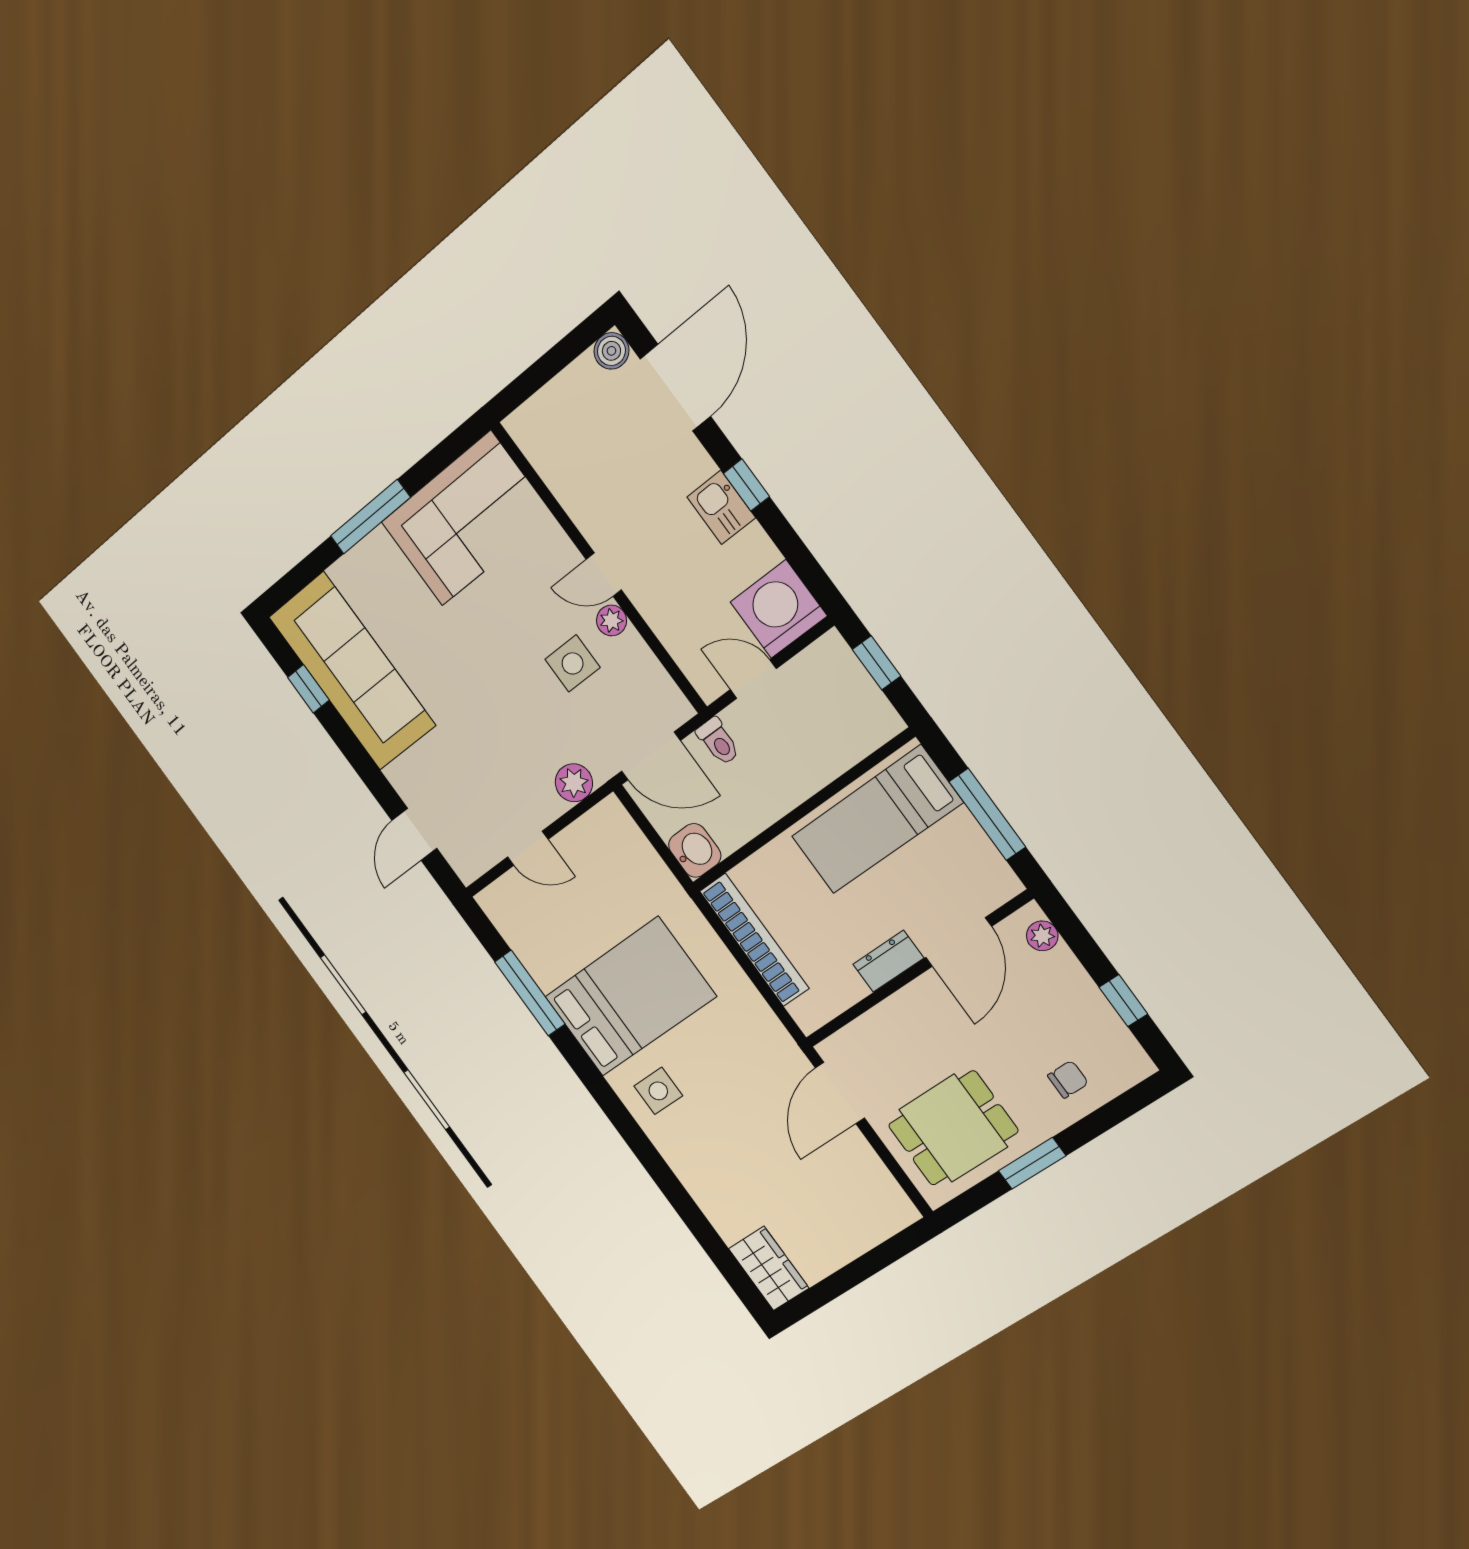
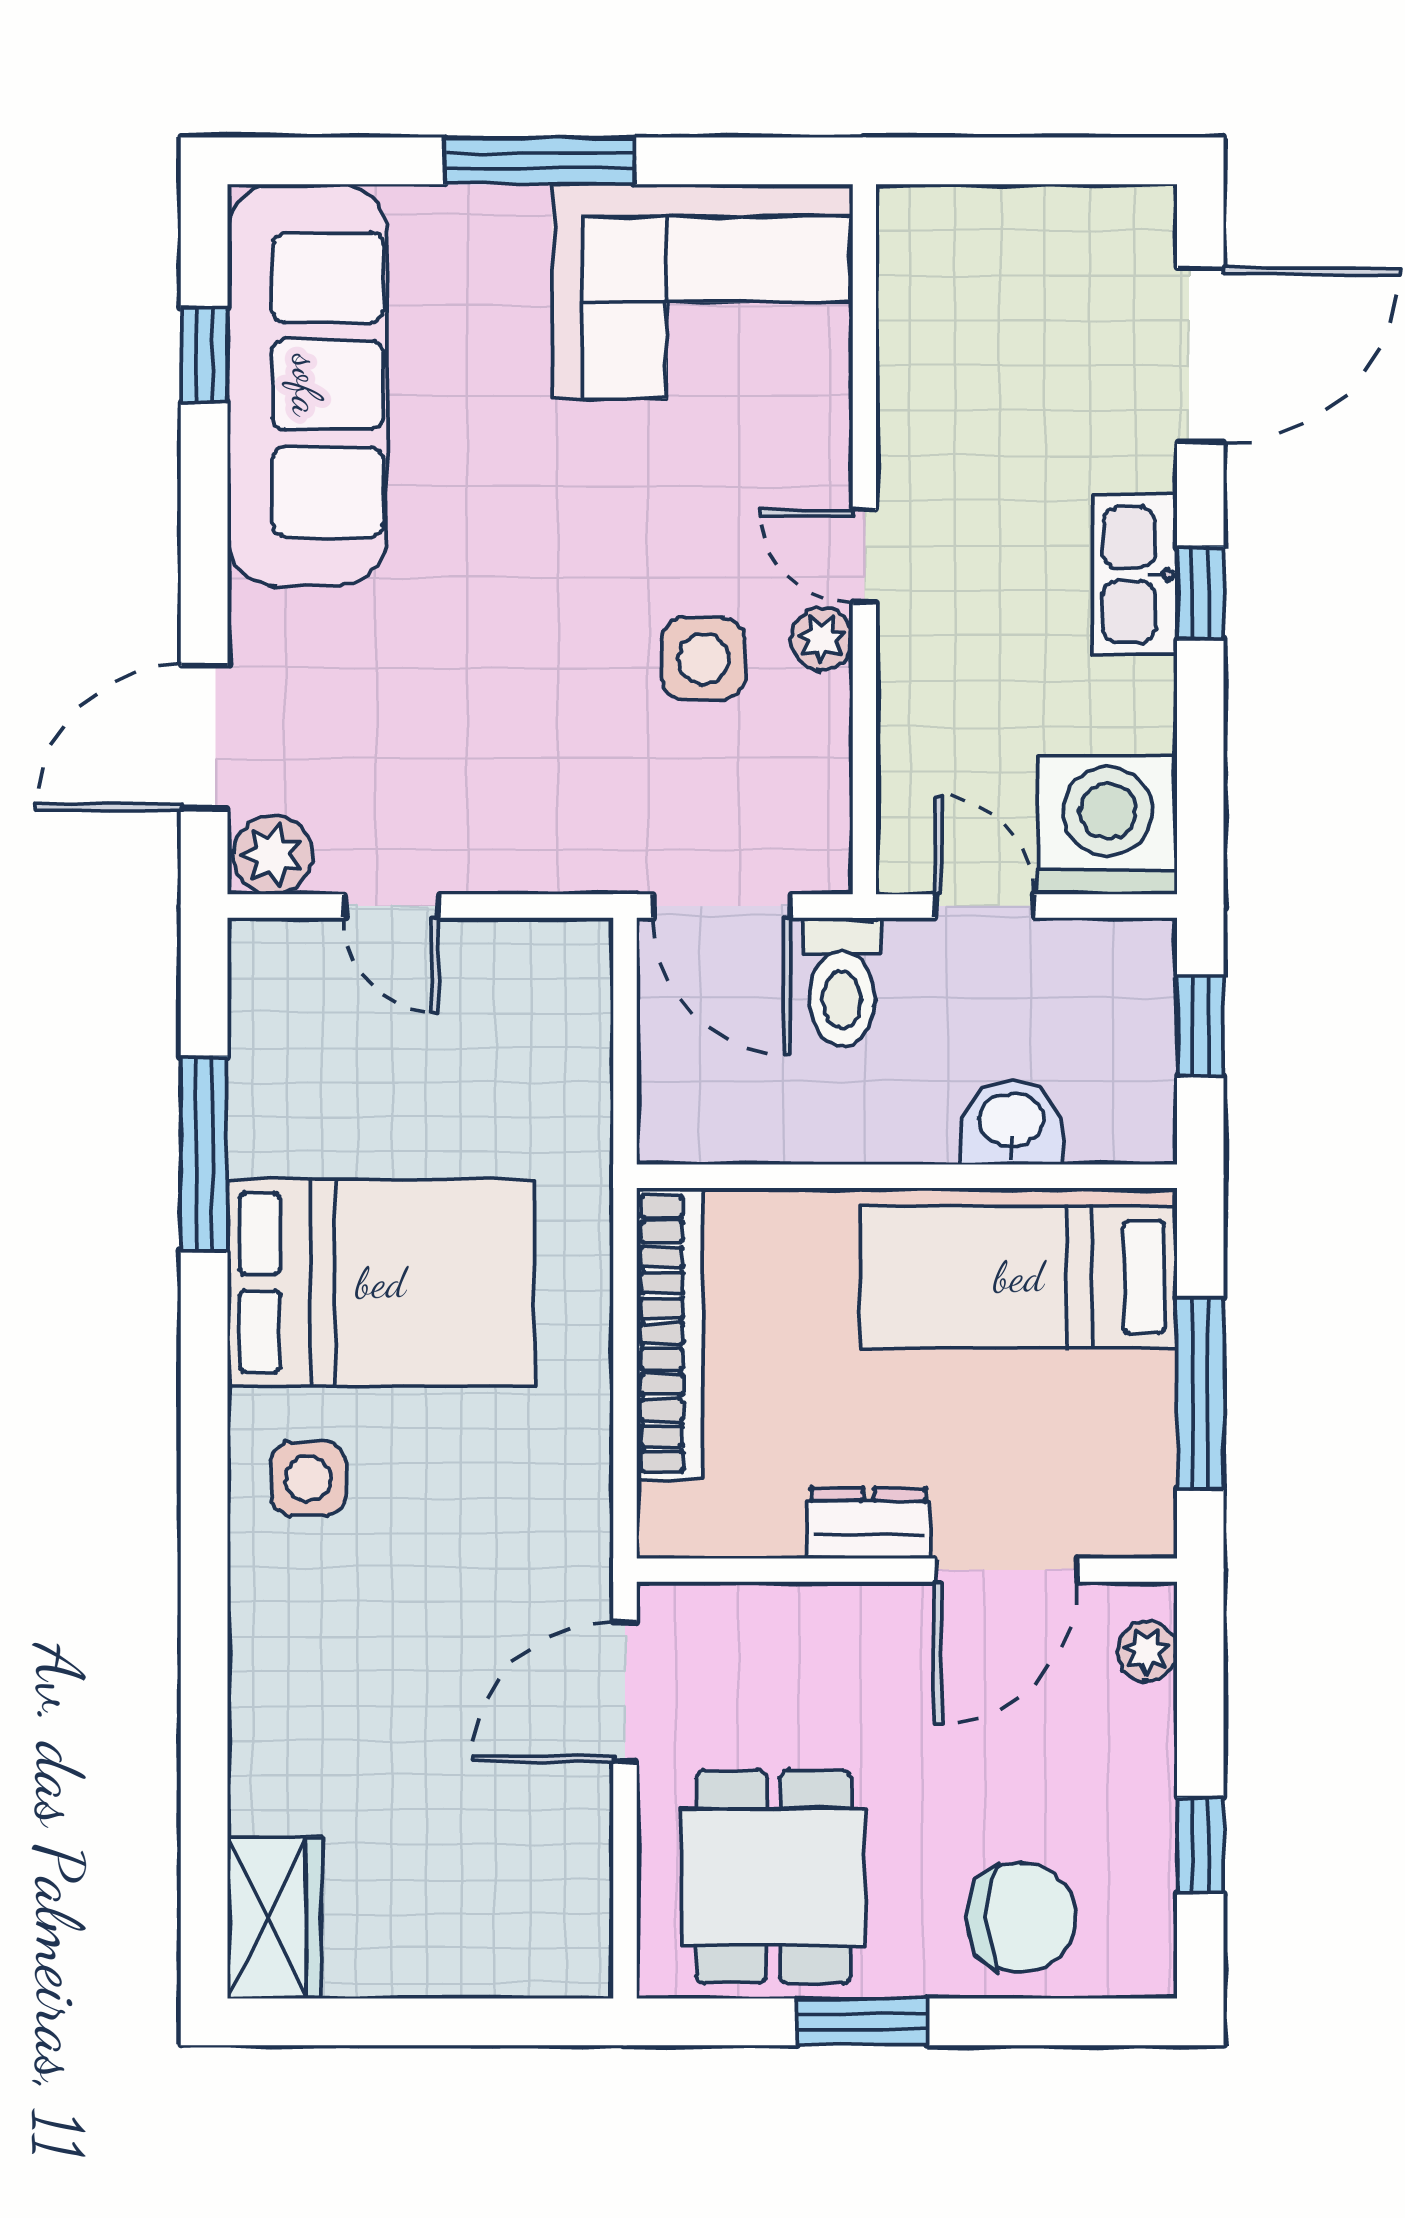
boiler: (611, 351) -> (1142, 219), removed
kitchen sink: (721, 507) -> (1135, 575), width x1.38
toilet: (718, 741) -> (842, 982), width x1.37, depth x1.39
plant: (574, 783) -> (272, 855), moved
door: (414, 834) -> (204, 738), width x1.38
washbasin: (695, 850) -> (1012, 1122), moved, turned -90
chair: (1068, 1079) -> (1021, 1918), width x1.87, depth x1.87
dining table: (953, 1128) -> (773, 1877), turned 90

